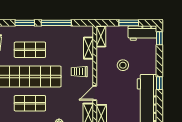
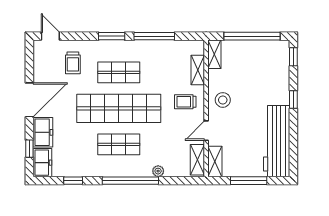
window: (129, 23) -> (252, 36), width x2.11
workbench: (142, 33) -> (270, 50), removed
stool: (123, 65) -> (223, 100), moved
window: (159, 83) -> (293, 100), moved

